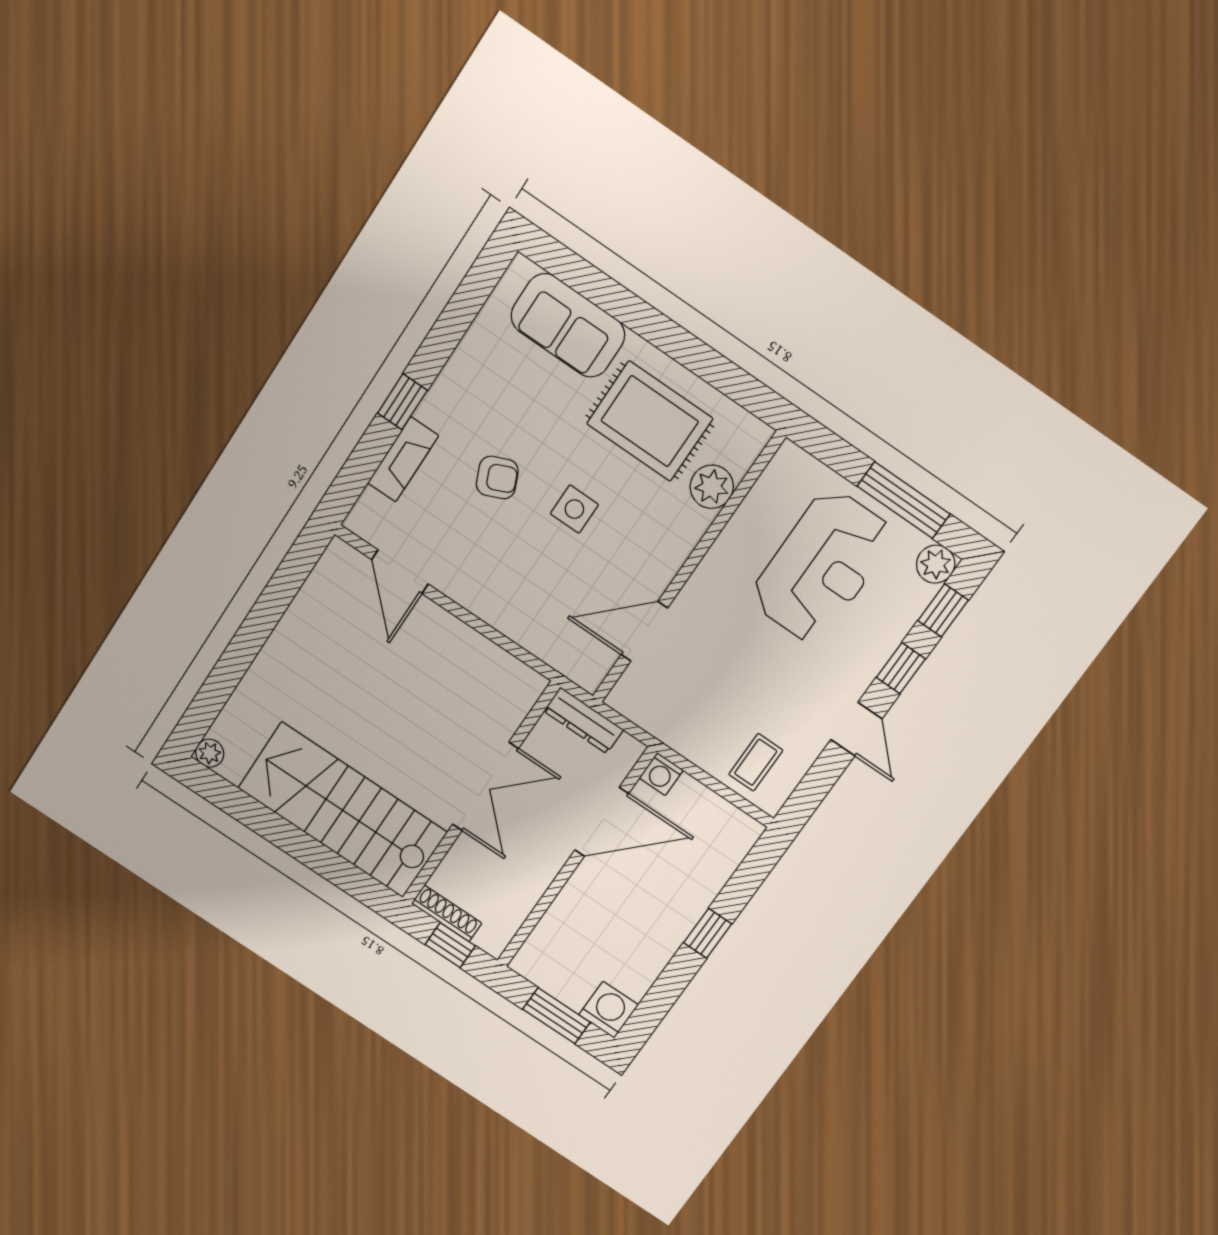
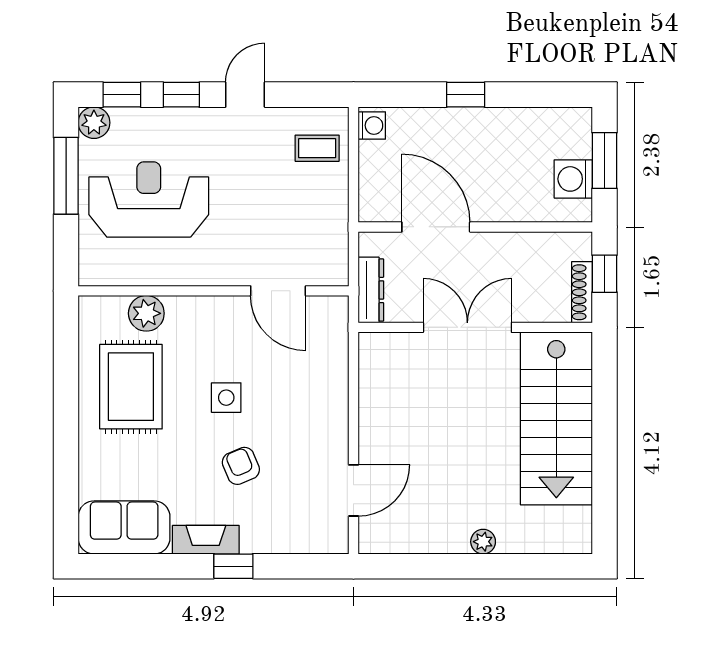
sofa: (568, 325) -> (124, 527), moved, turned -90
fireplace: (403, 459) -> (206, 540), moved
plant: (210, 753) -> (483, 542), moved
washing machine: (661, 774) -> (372, 125), moved
washing machine: (609, 1010) -> (573, 179), moved

